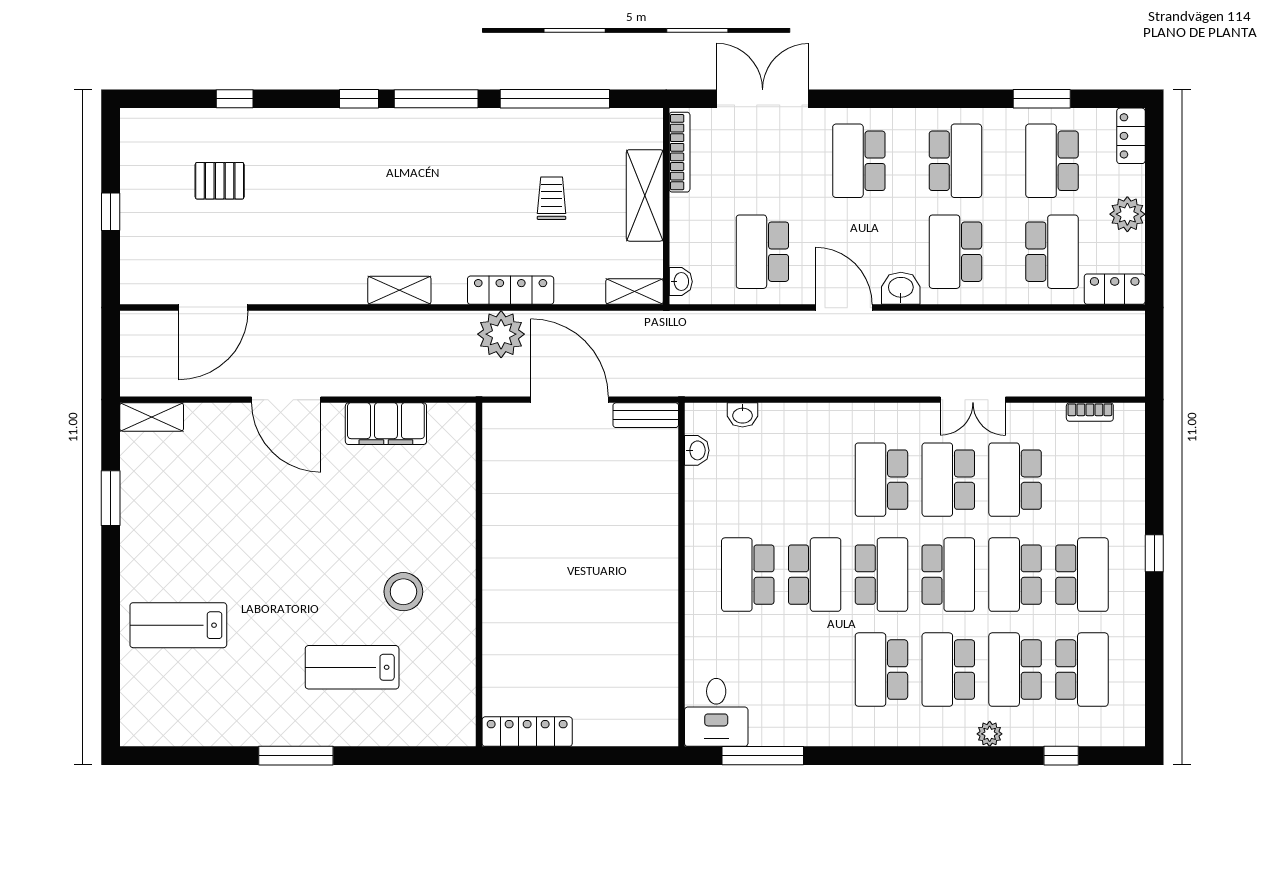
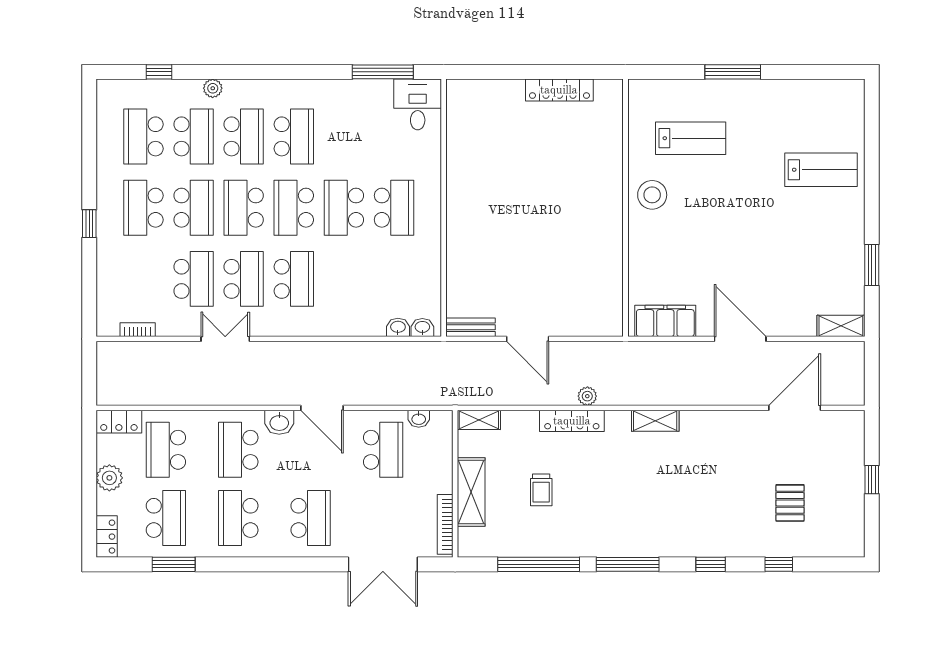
window: (359, 99) -> (711, 564), moved
pallet: (220, 181) -> (790, 503), turned 90
school desk: (955, 252) -> (238, 450), turned 180
washbasin: (681, 282) -> (419, 419), moved, turned -90
plant: (501, 334) -> (587, 396), width x0.53, depth x0.53
door: (570, 400) -> (528, 339), width x0.73
washbasin: (697, 450) -> (422, 327), moved, turned 90
wall: (479, 575) -> (625, 208), moved

